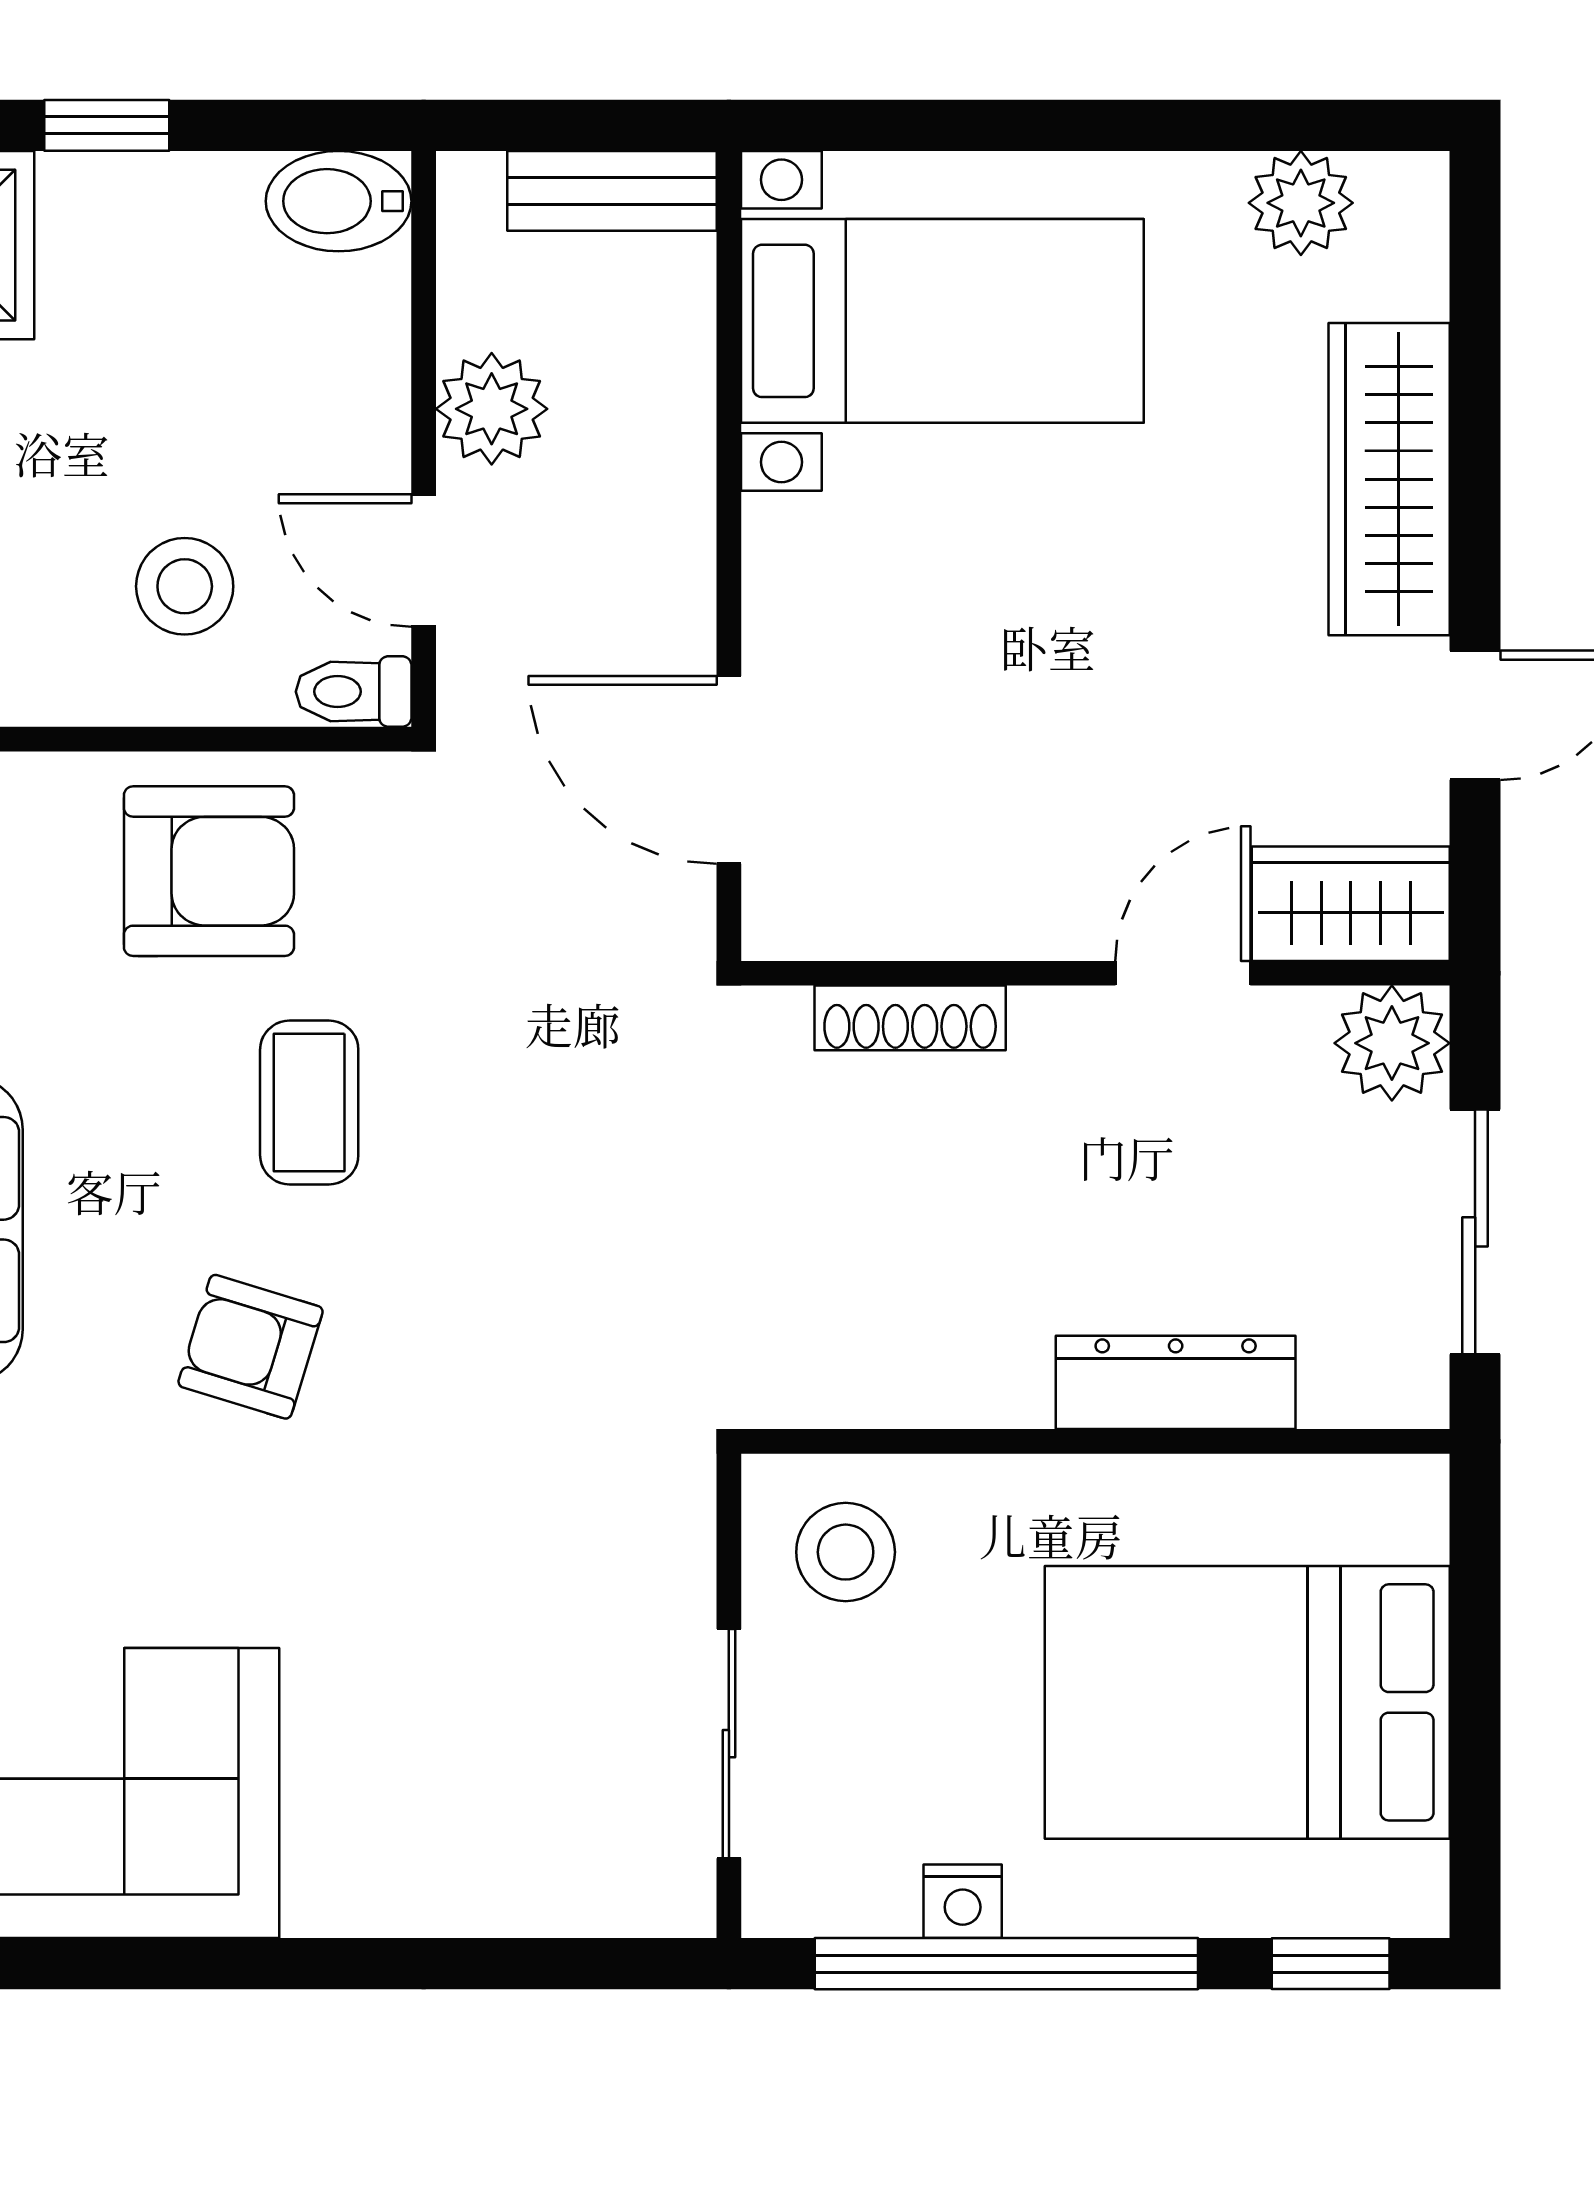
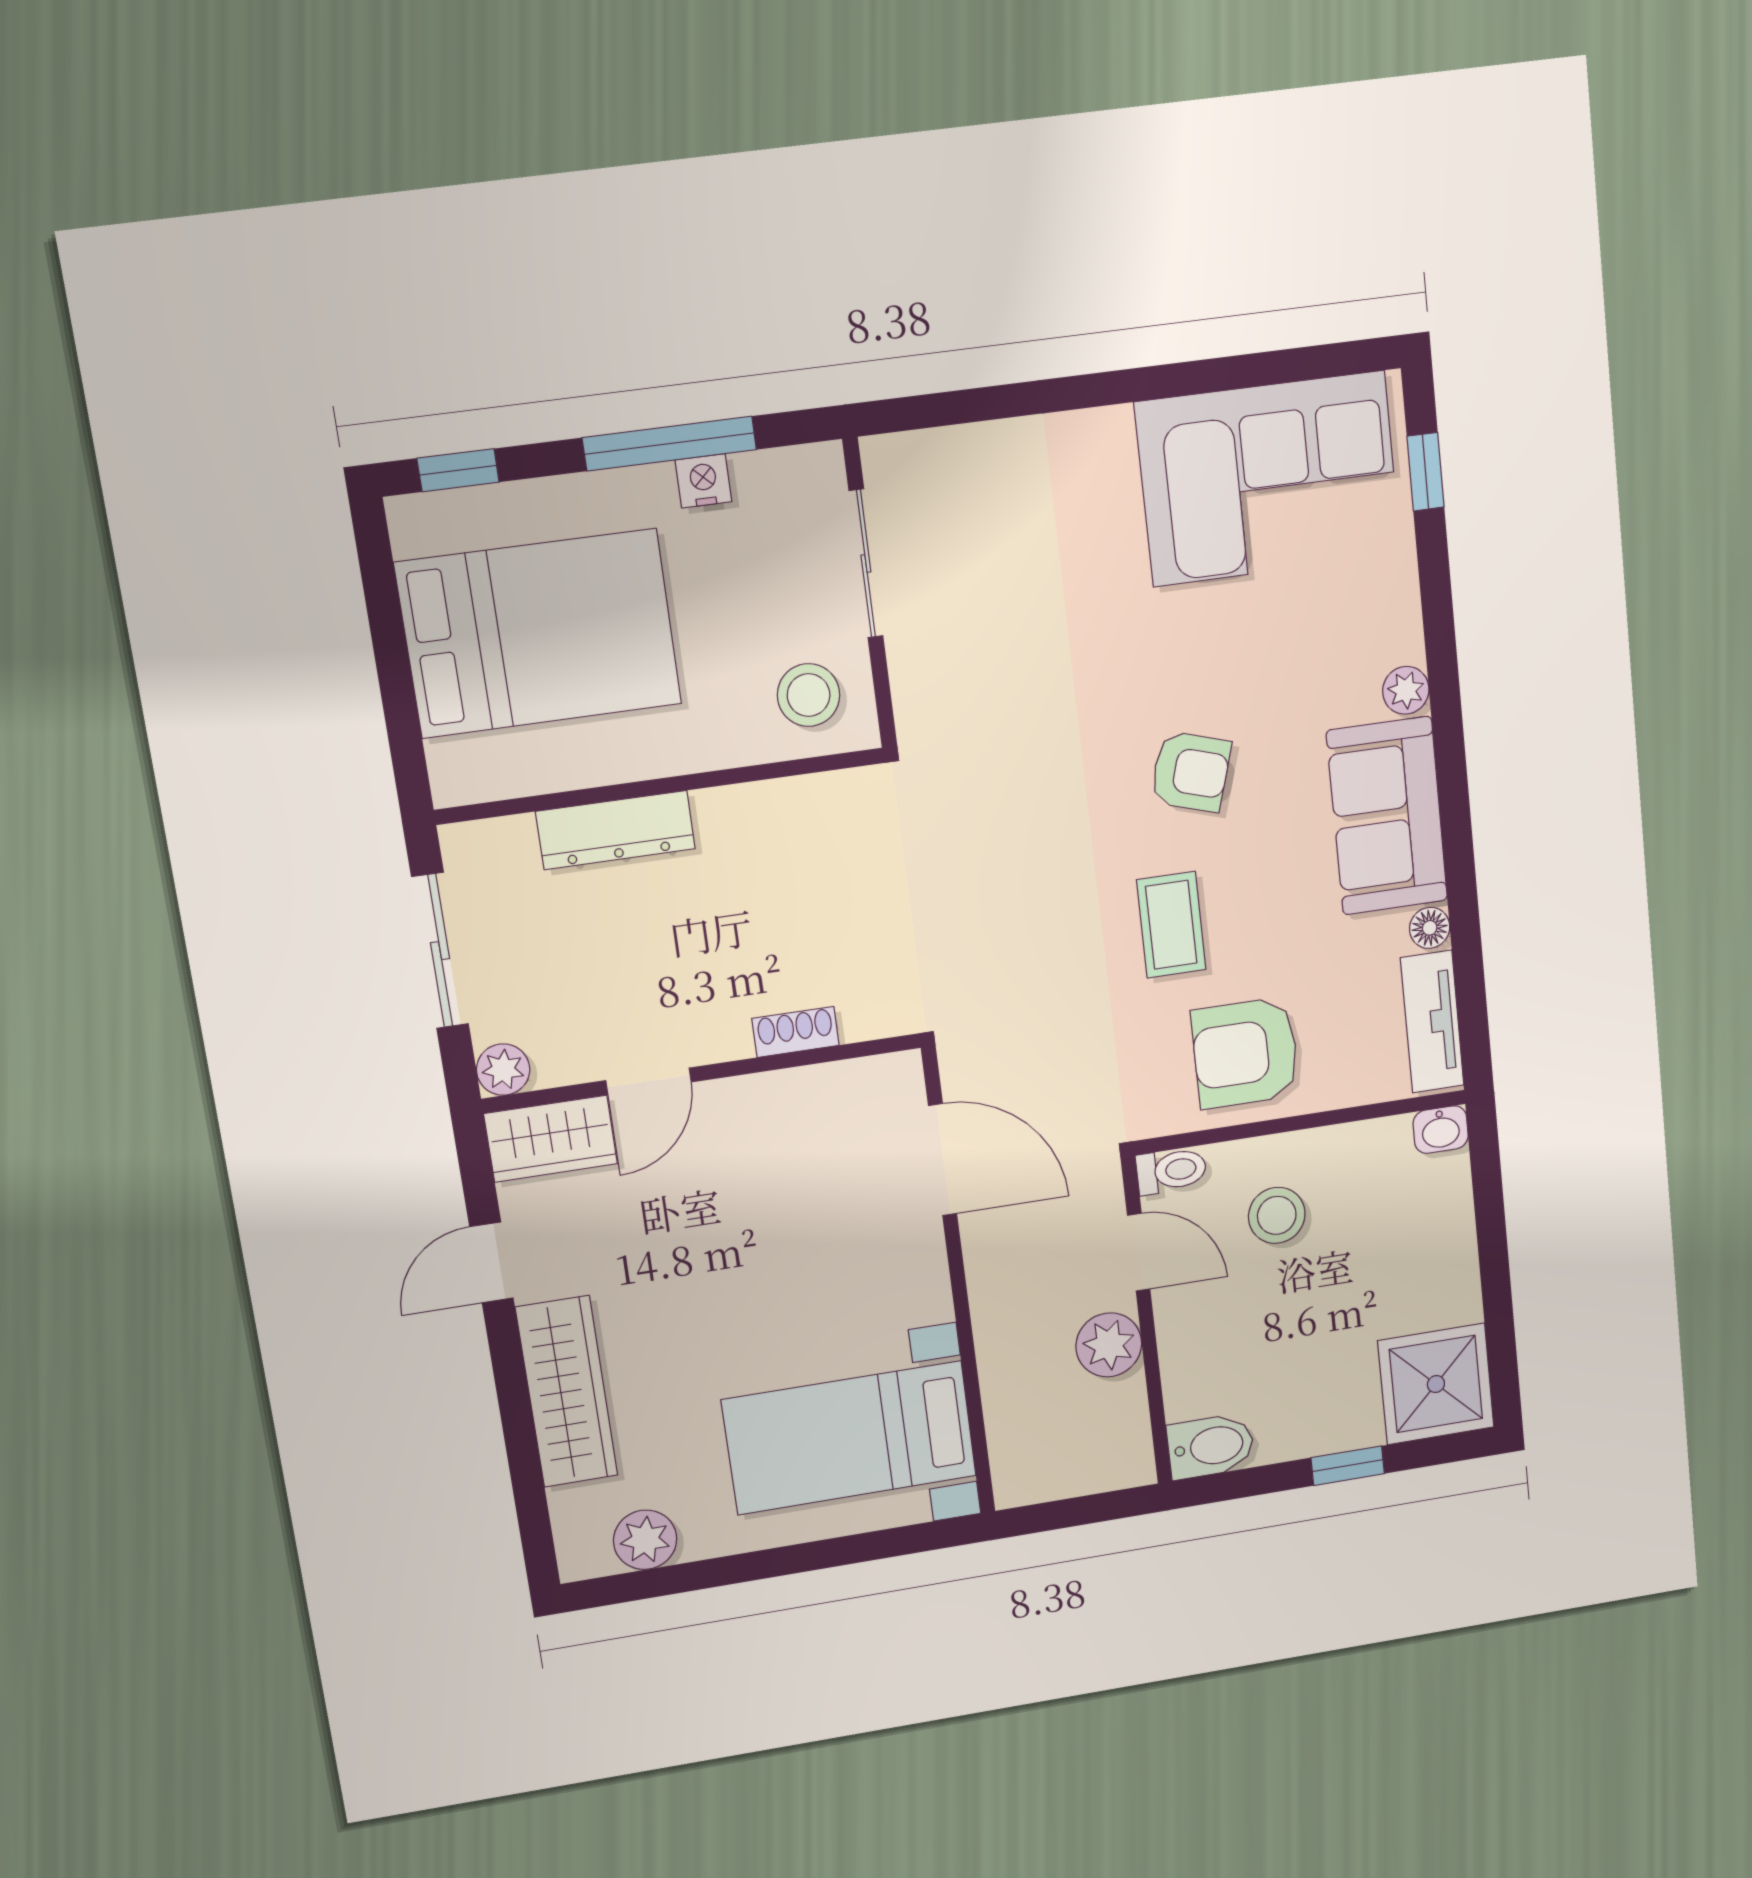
bench: (612, 191) -> (1053, 1478), removed
shoe rack: (910, 1018) -> (795, 1032), width x0.70
plant: (1392, 1043) -> (503, 1070), width x0.73, depth x0.73
window: (1006, 1964) -> (669, 444), width x0.68

